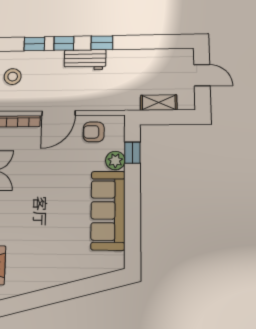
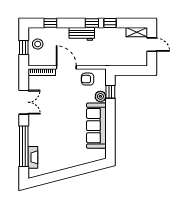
window: (64, 43) -> (110, 23), moved
shelving: (159, 103) -> (137, 32), moved
door: (58, 113) -> (66, 67), swing flipped

